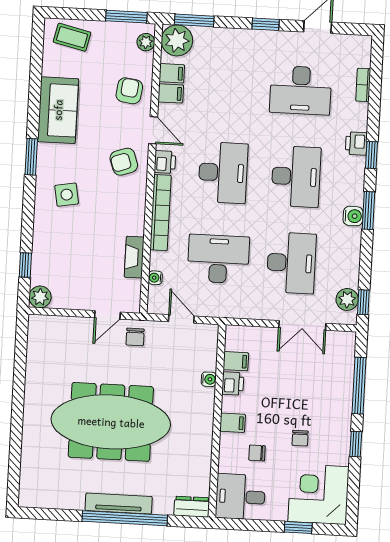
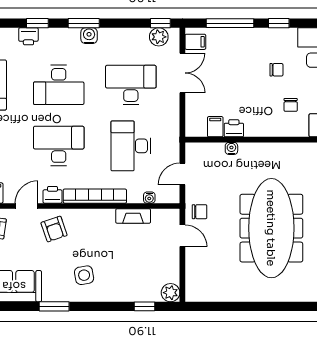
desk: (296, 177) -> (59, 85), turned 180
filing cabinet: (233, 423) -> (195, 42), moved, turned 90

